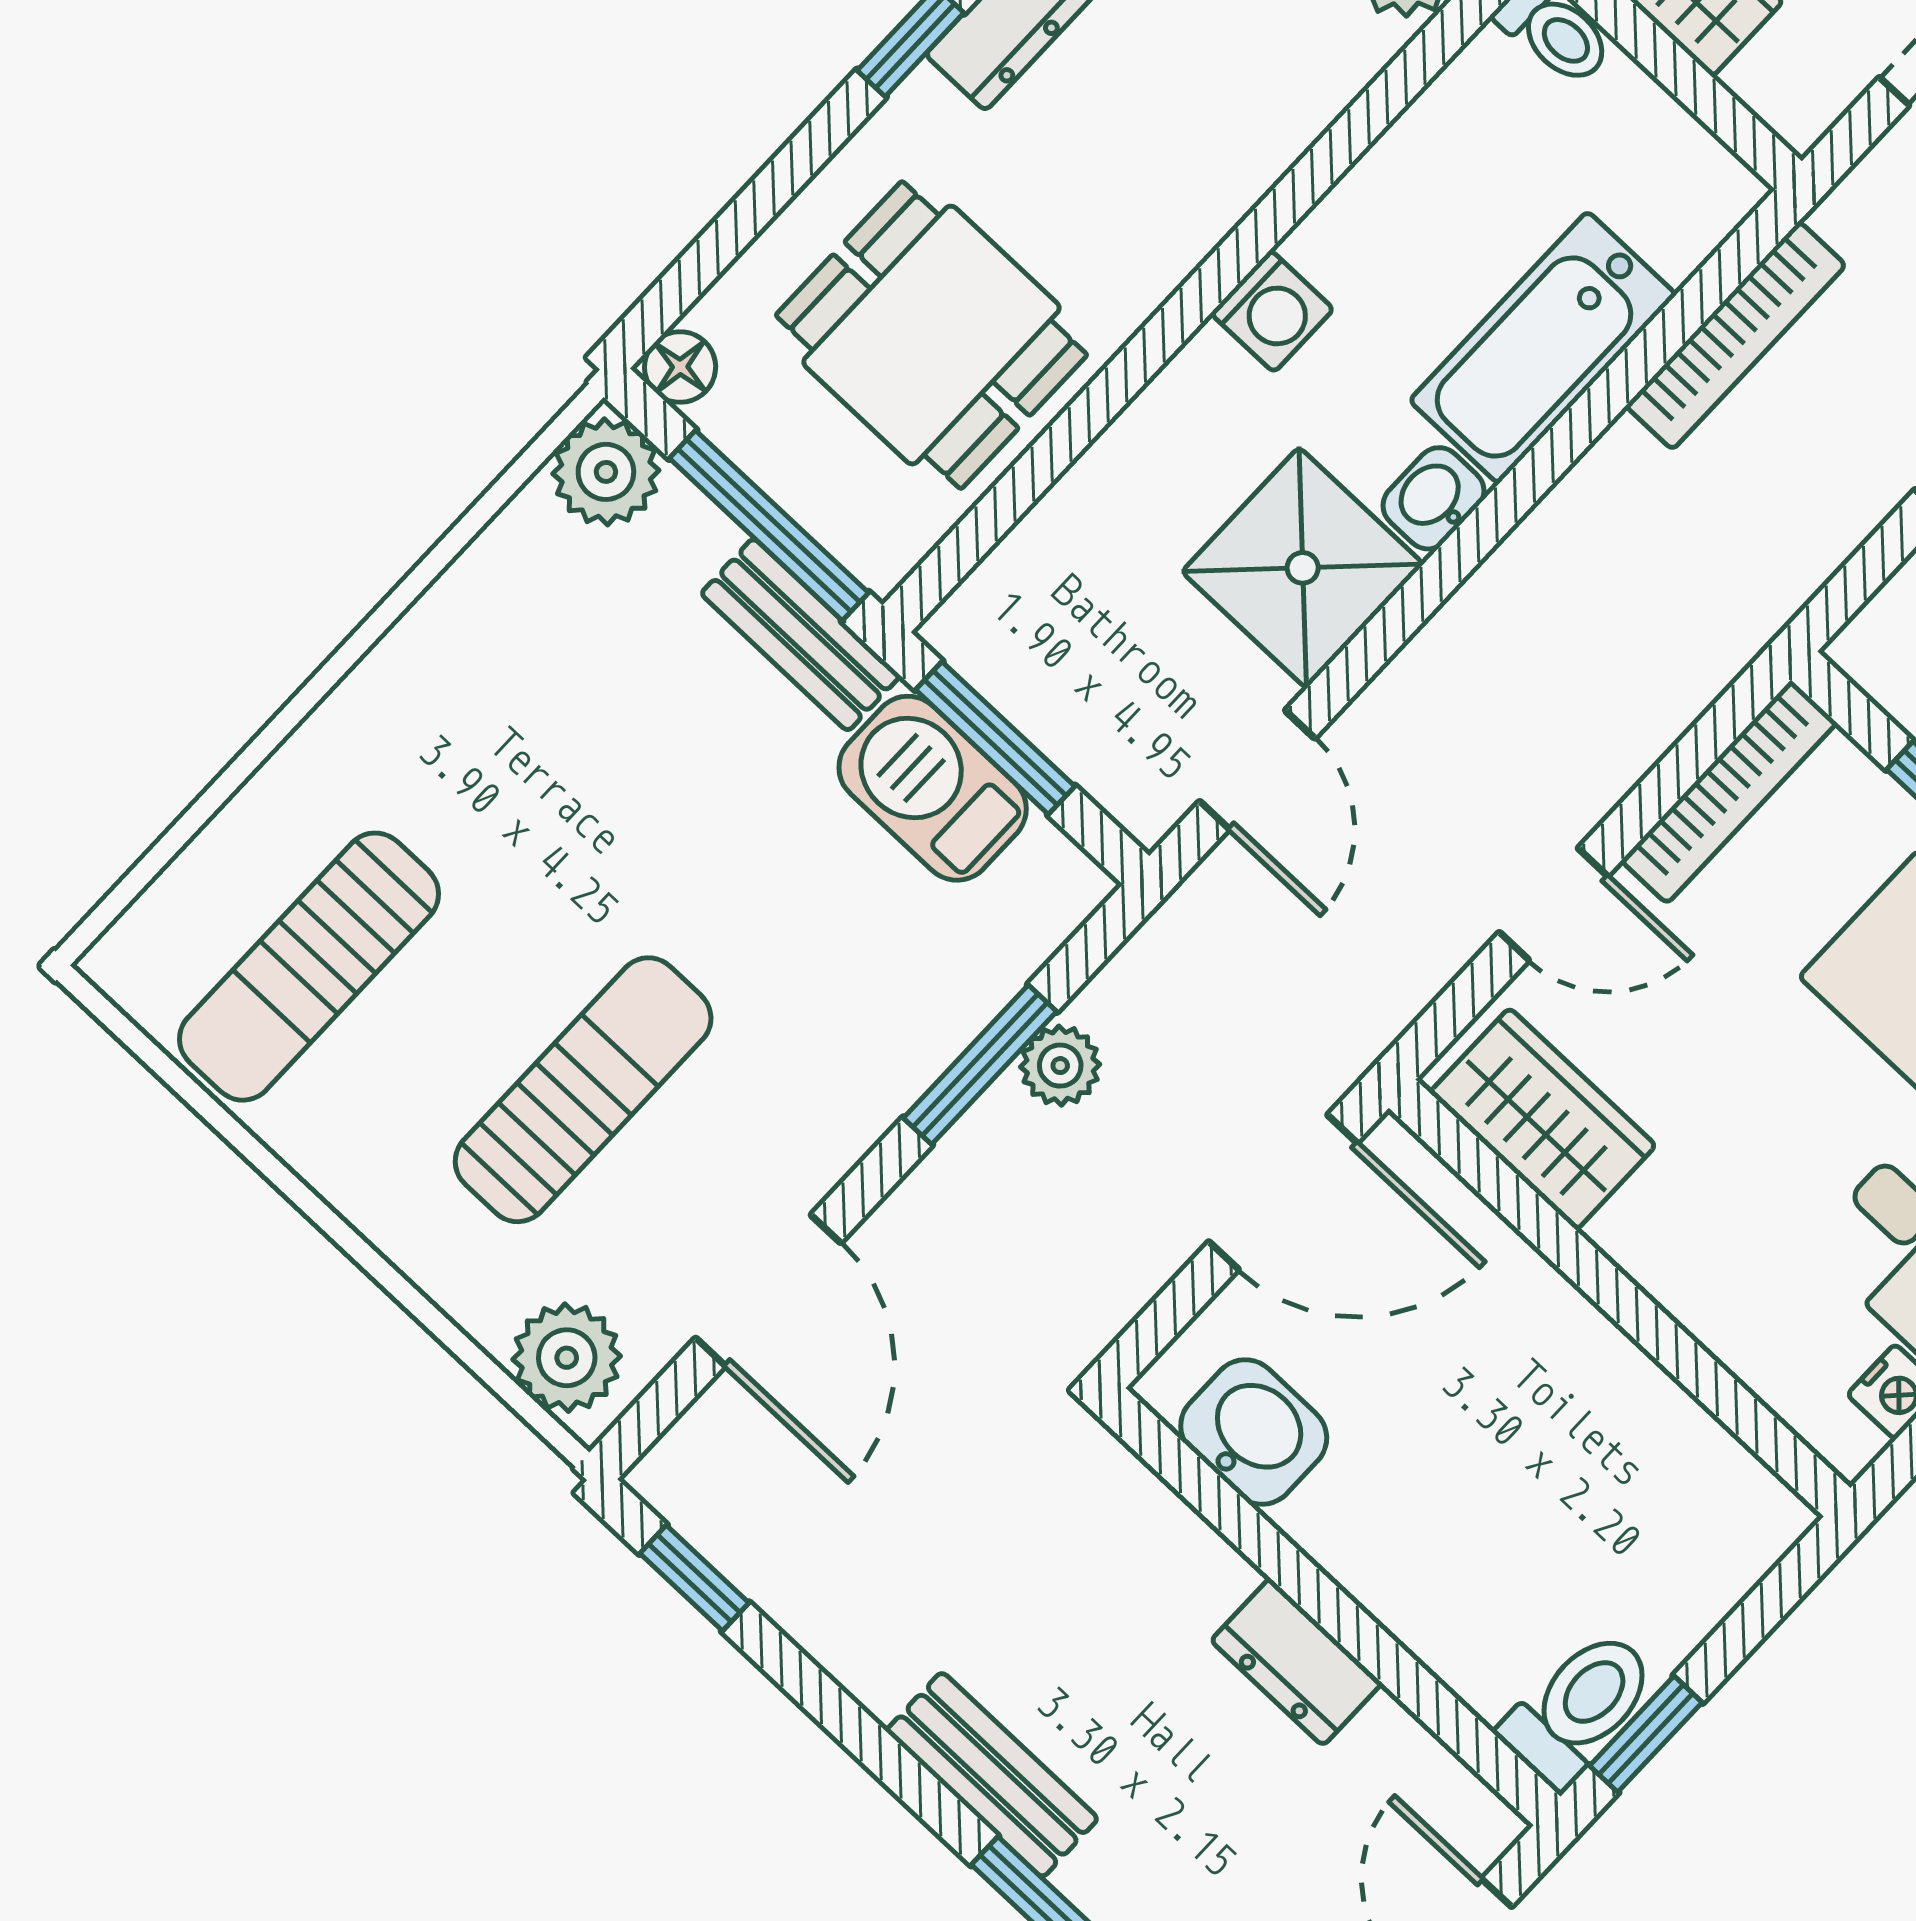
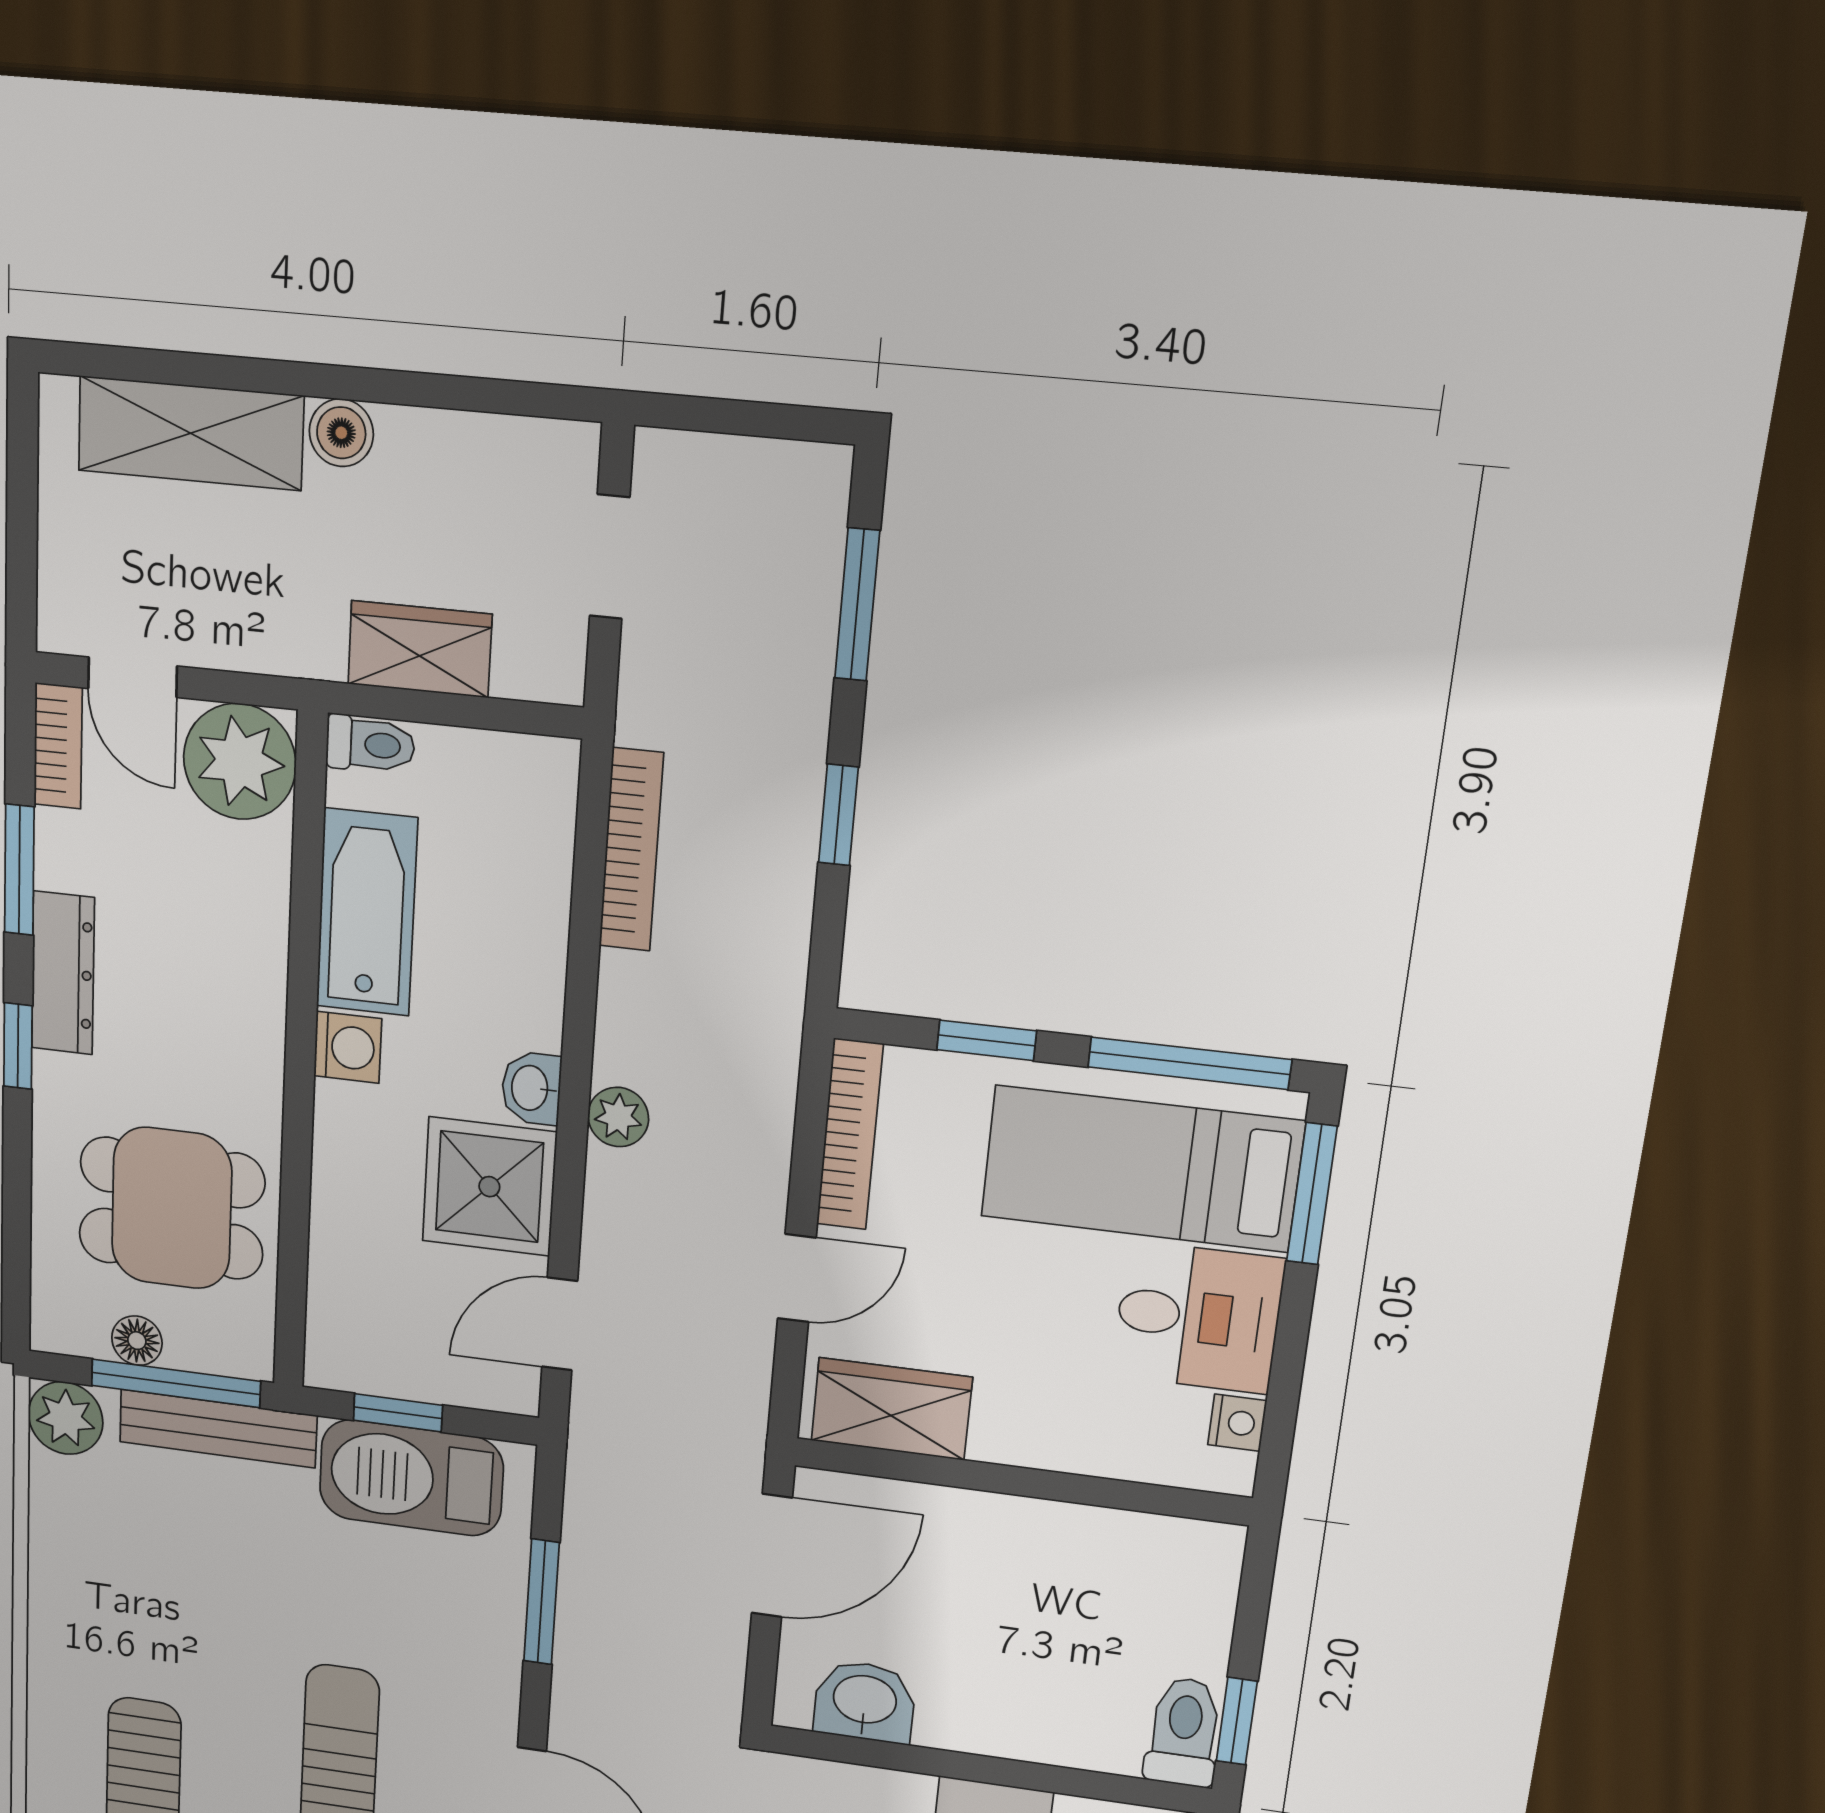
bathtub: (1543, 348) -> (367, 913), moved, turned 180
floor lamp: (680, 367) -> (137, 1341), moved
bench: (801, 635) -> (218, 1429), width x1.36
window: (995, 738) -> (398, 1413), width x0.67
door: (1257, 770) -> (560, 1324), swing flipped
barbecue: (933, 788) -> (411, 1478), width x1.37, depth x1.21
plant: (1060, 1066) -> (618, 1117), moved

